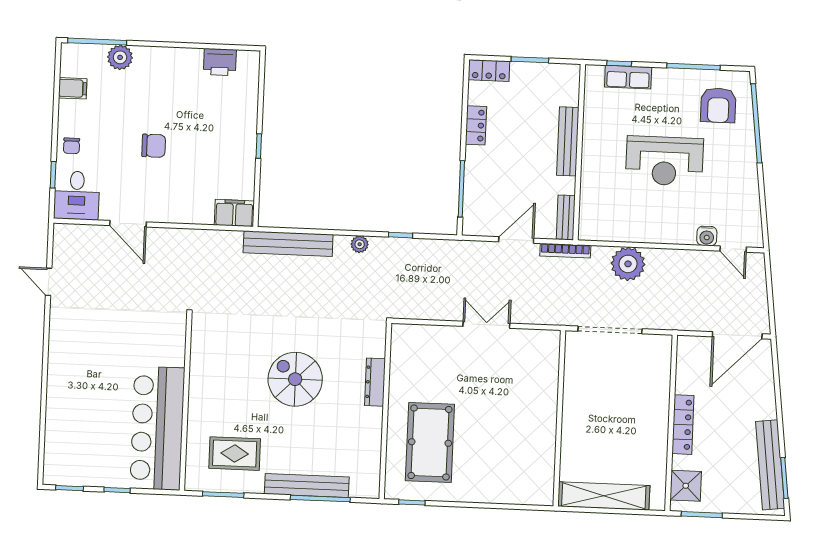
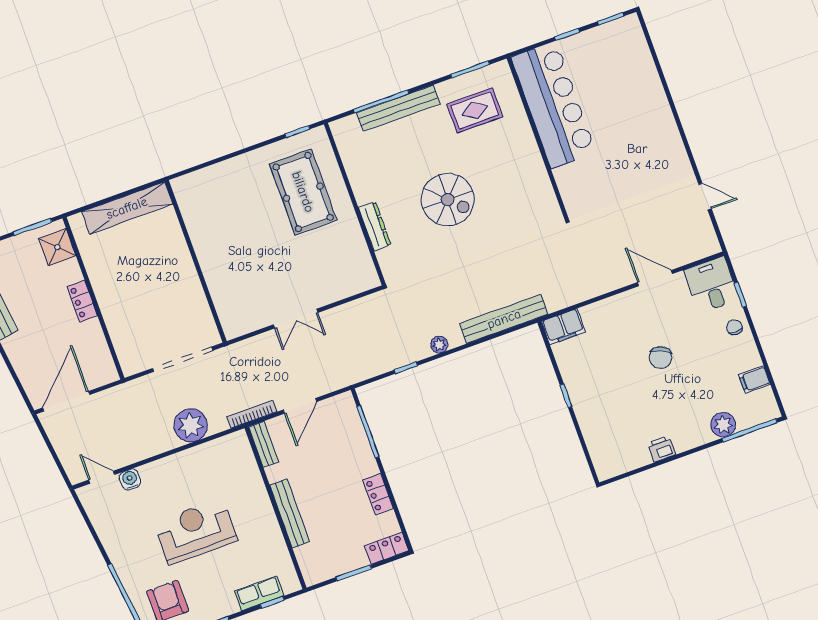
printer: (220, 62) -> (662, 449), moved, width x0.73, depth x0.81
chair: (154, 146) -> (661, 358), turned -67
locker: (683, 425) -> (82, 301), width x0.66

